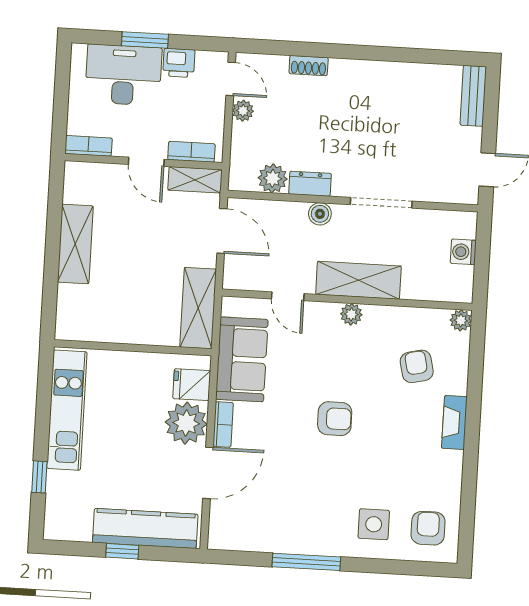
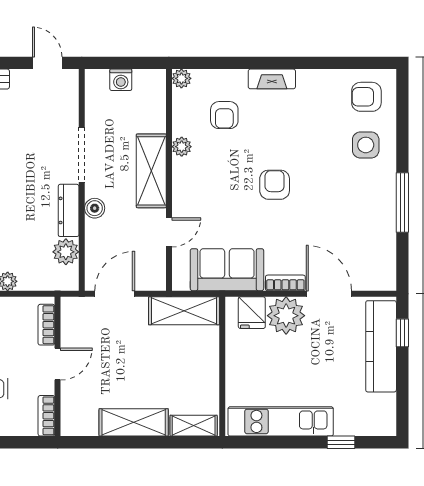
shelving: (195, 180) -> (194, 426), moved, turned 90
dresser: (310, 184) -> (69, 210), width x1.44
plant: (351, 314) -> (182, 147), moved
armchair: (417, 366) -> (224, 115), turned -77
window: (122, 551) -> (402, 333), moved

